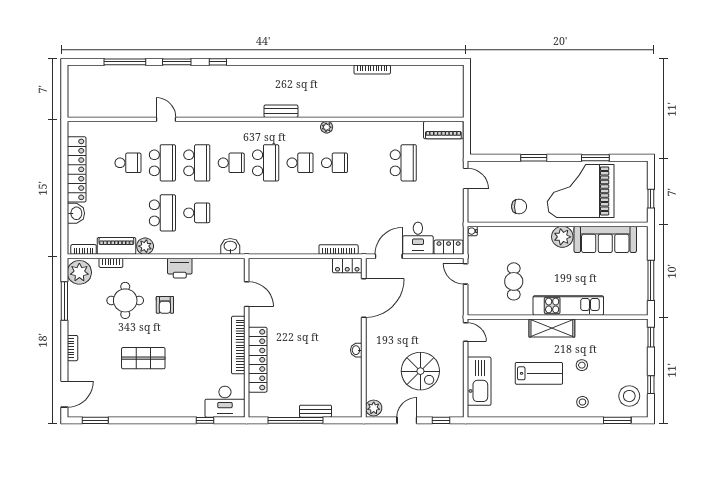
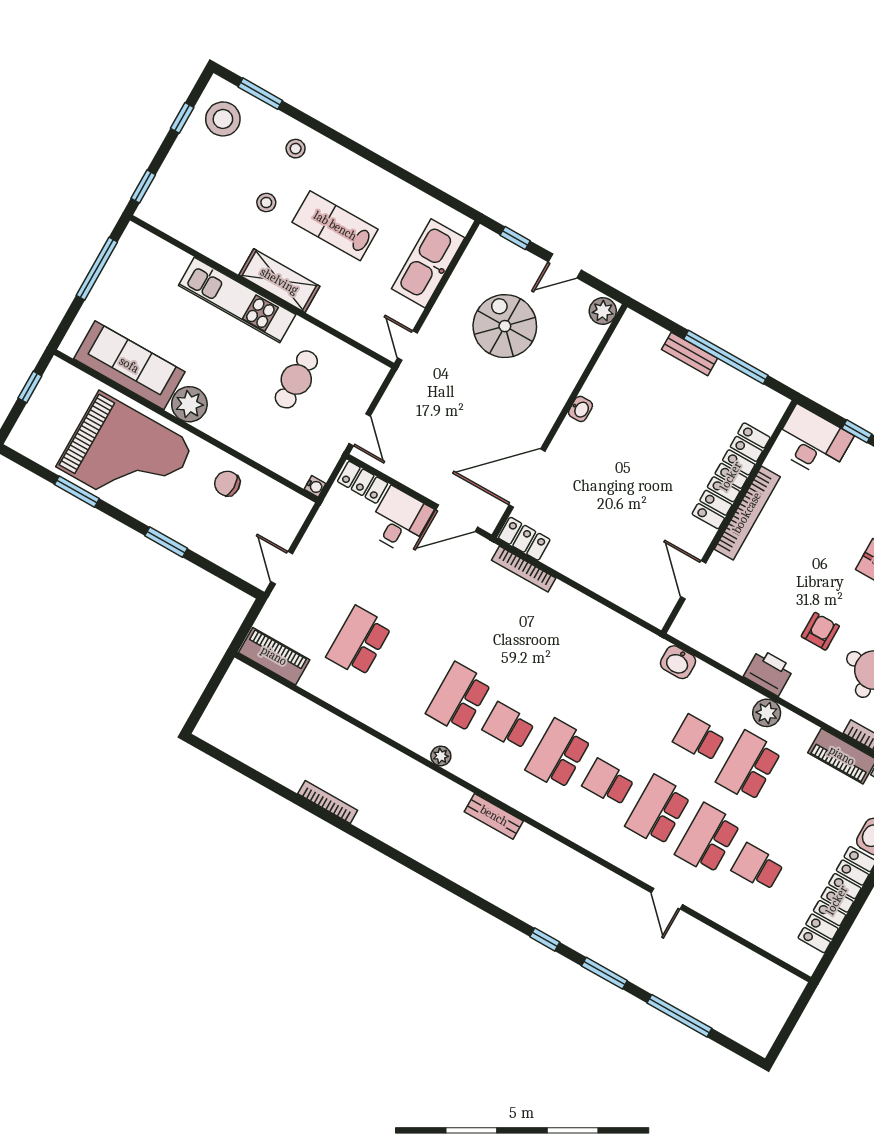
school desk: (334, 163) -> (459, 698), width x1.85
plant: (145, 246) -> (767, 713), moved

